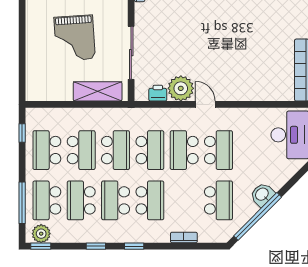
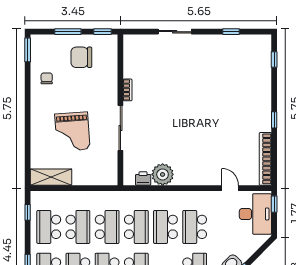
sliding door: (131, 53) -> (120, 128), moved
shelving: (98, 91) -> (51, 177), moved
door: (205, 104) -> (230, 188), moved
school desk: (219, 150) -> (195, 227), turned 180

